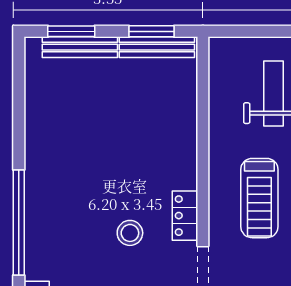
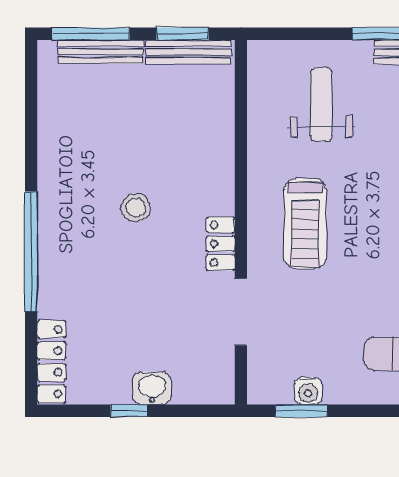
window: (71, 31) -> (91, 34), width x1.44
stool: (130, 233) -> (136, 208), moved

